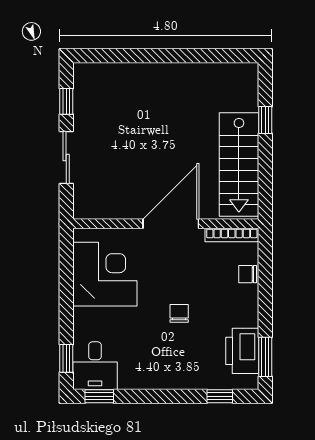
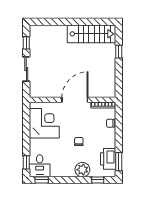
stairs: (239, 164) -> (92, 34), moved, turned -90
plant: (187, 374) -> (82, 170), added

